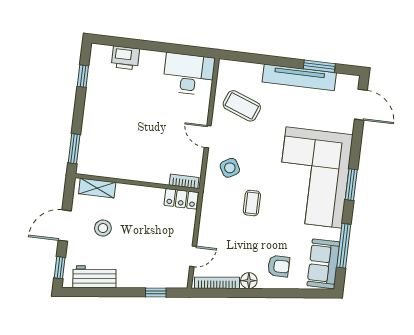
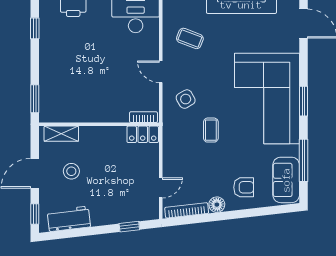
coffee table: (242, 106) -> (190, 38), width x0.73, depth x0.77

